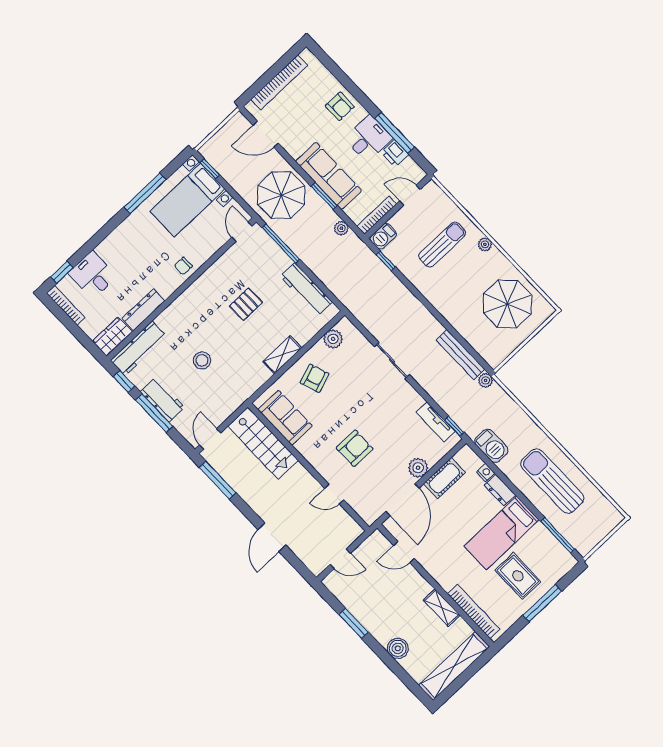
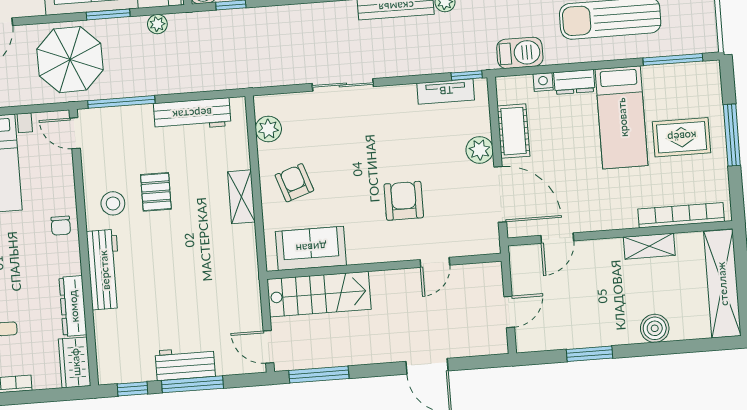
workbench: (138, 348) -> (104, 270), moved
stool: (202, 360) -> (113, 203), moved

